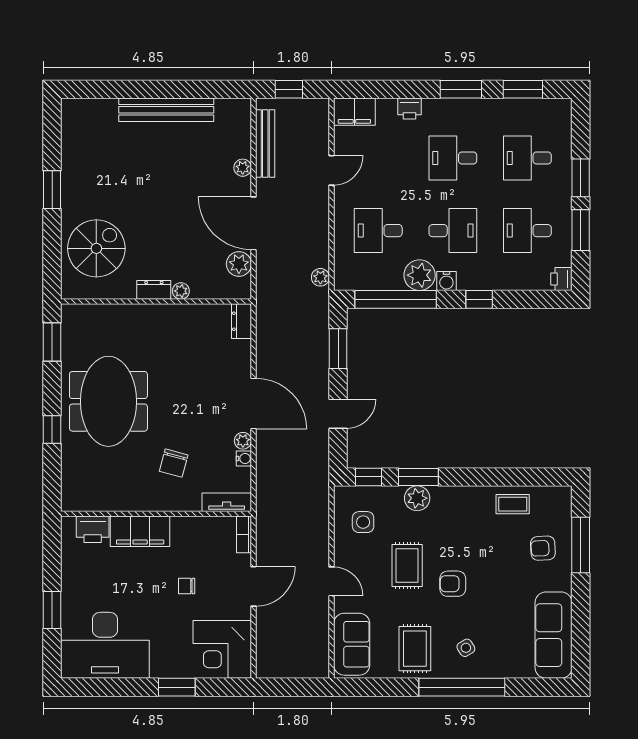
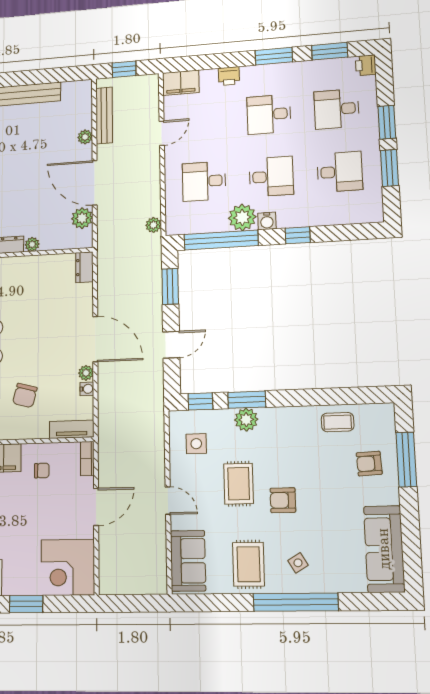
desk: (527, 231) -> (340, 172), turned 180
printer: (561, 279) -> (366, 65), moved
chair: (187, 586) -> (42, 471), moved, turned 180

